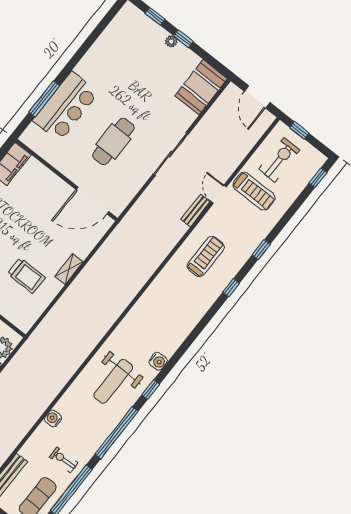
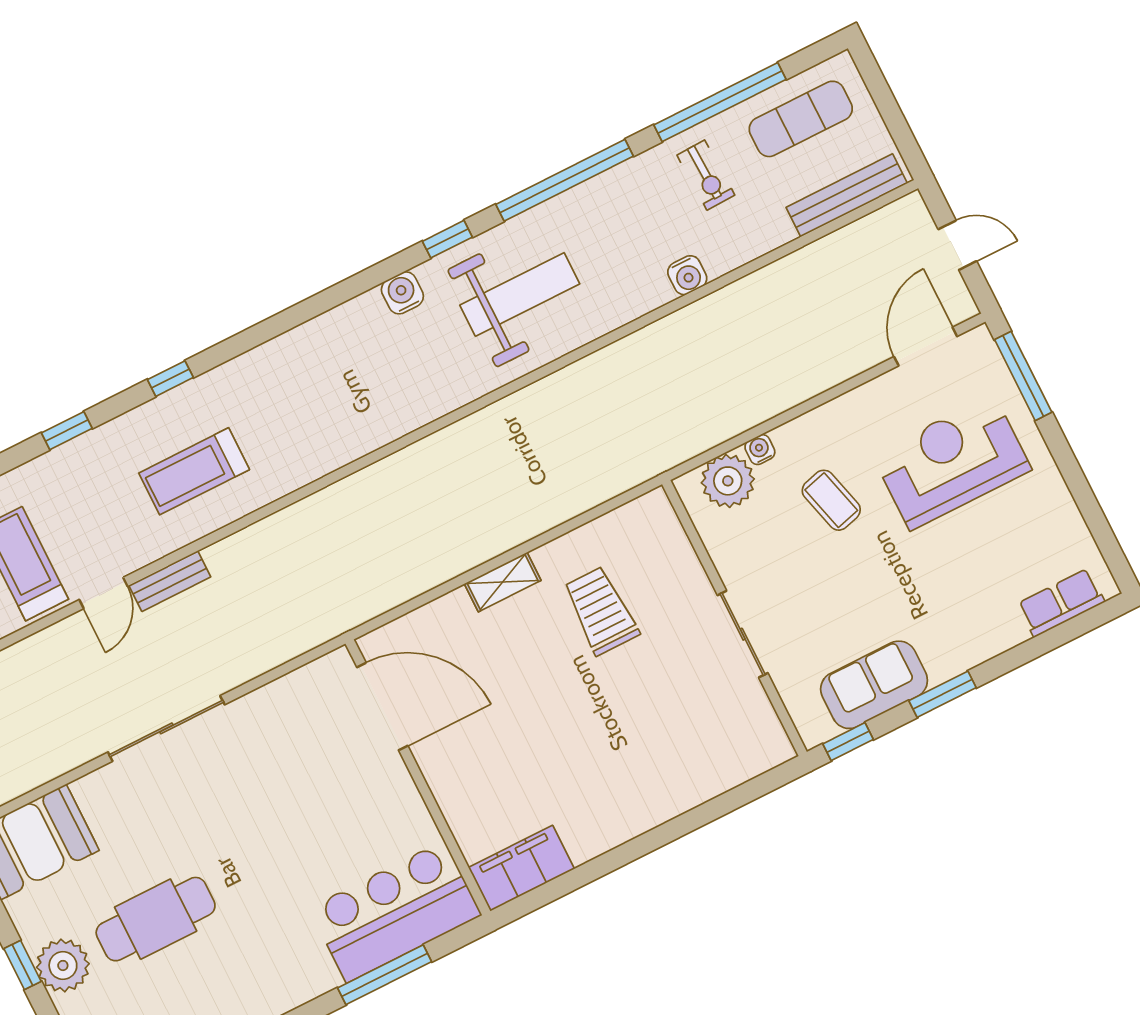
plant: (171, 42) -> (63, 965), width x1.88, depth x1.88
bar counter: (66, 106) -> (395, 912), moved
cafe table: (113, 141) -> (156, 919), moved

